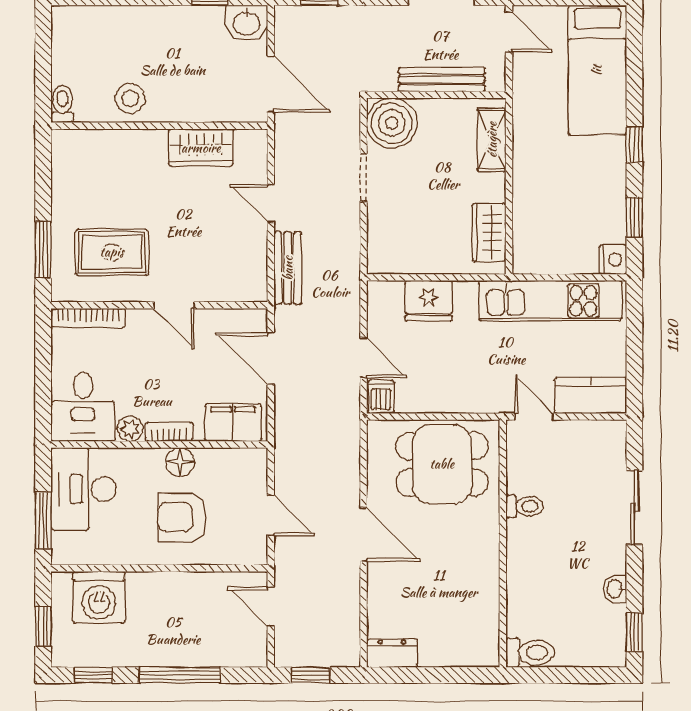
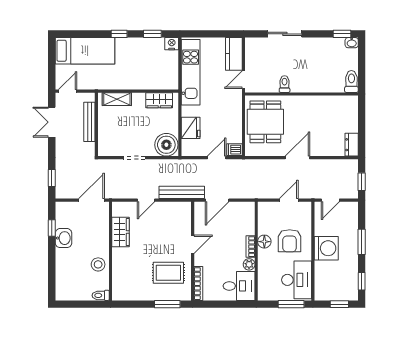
washbasin: (246, 23) -> (63, 238), moved
boiler: (392, 123) -> (166, 145), moved
rug: (112, 252) -> (168, 273), turned 90
bench: (288, 268) -> (182, 192), width x1.36
filing cabinet: (233, 423) -> (246, 217), removed
desk: (83, 489) -> (297, 280), moved, turned -90
washbasin: (615, 589) -> (352, 43), moved
washing machine: (99, 597) -> (326, 248), moved
window: (179, 675) -> (362, 242), width x0.69

